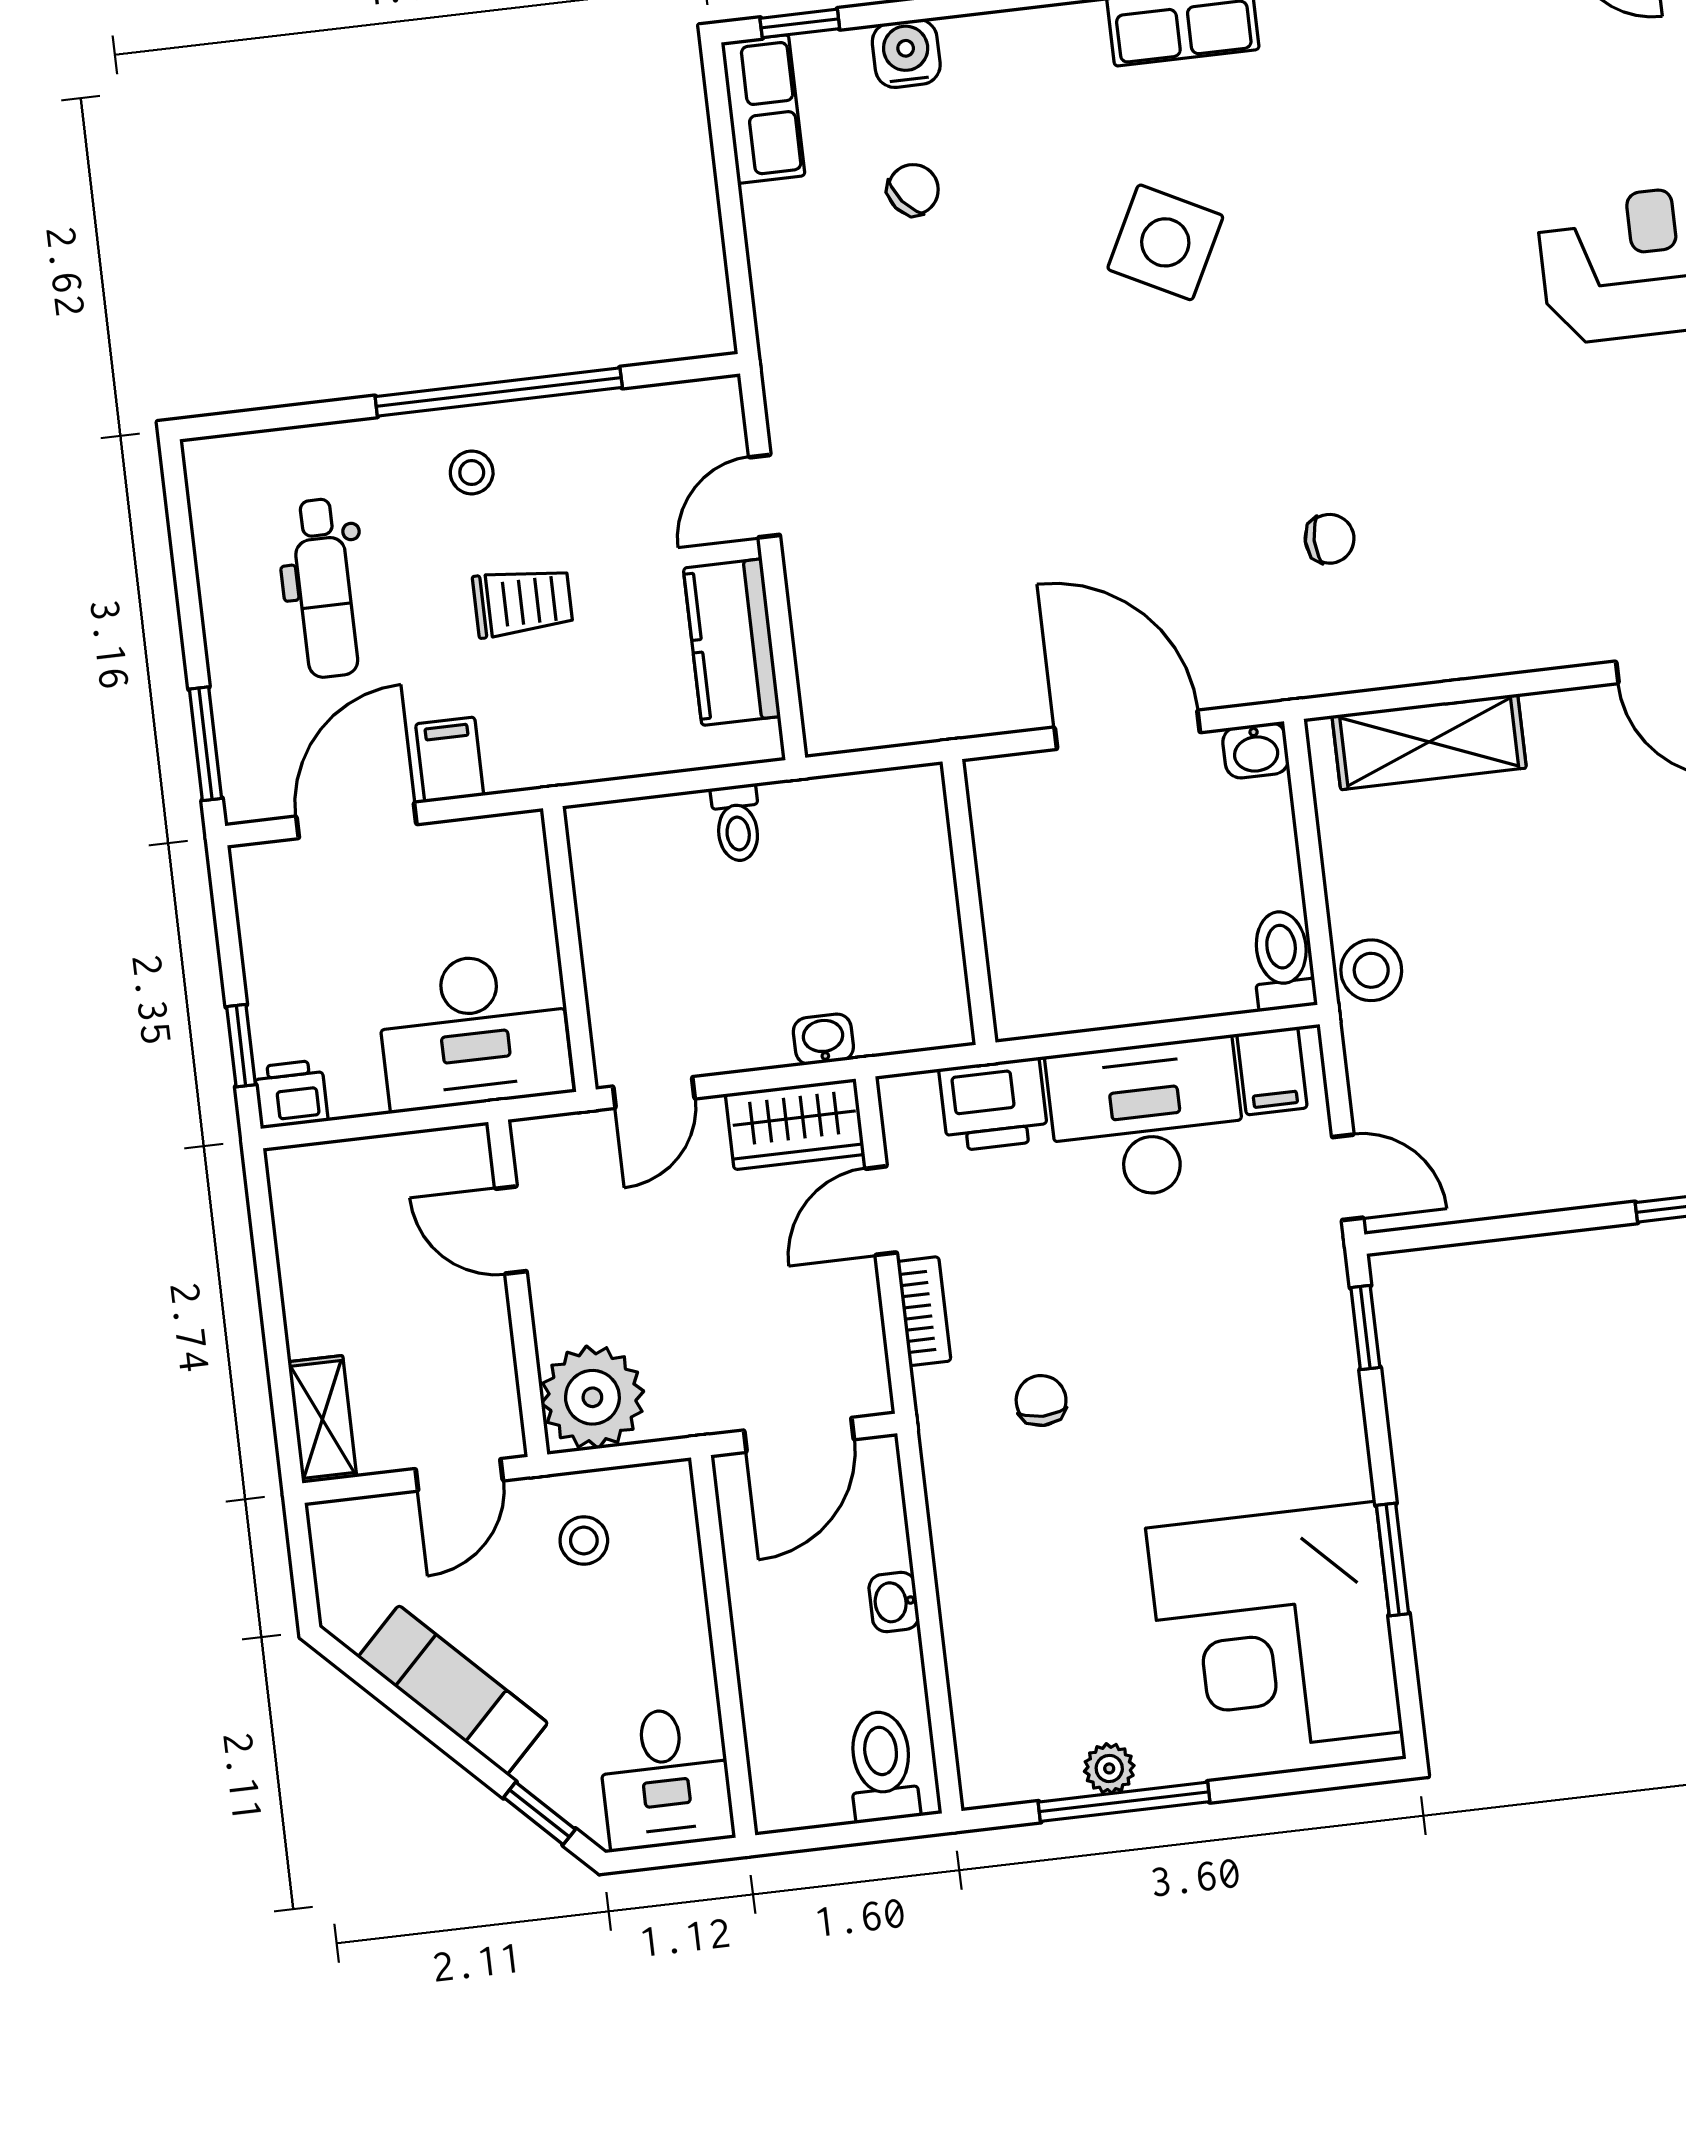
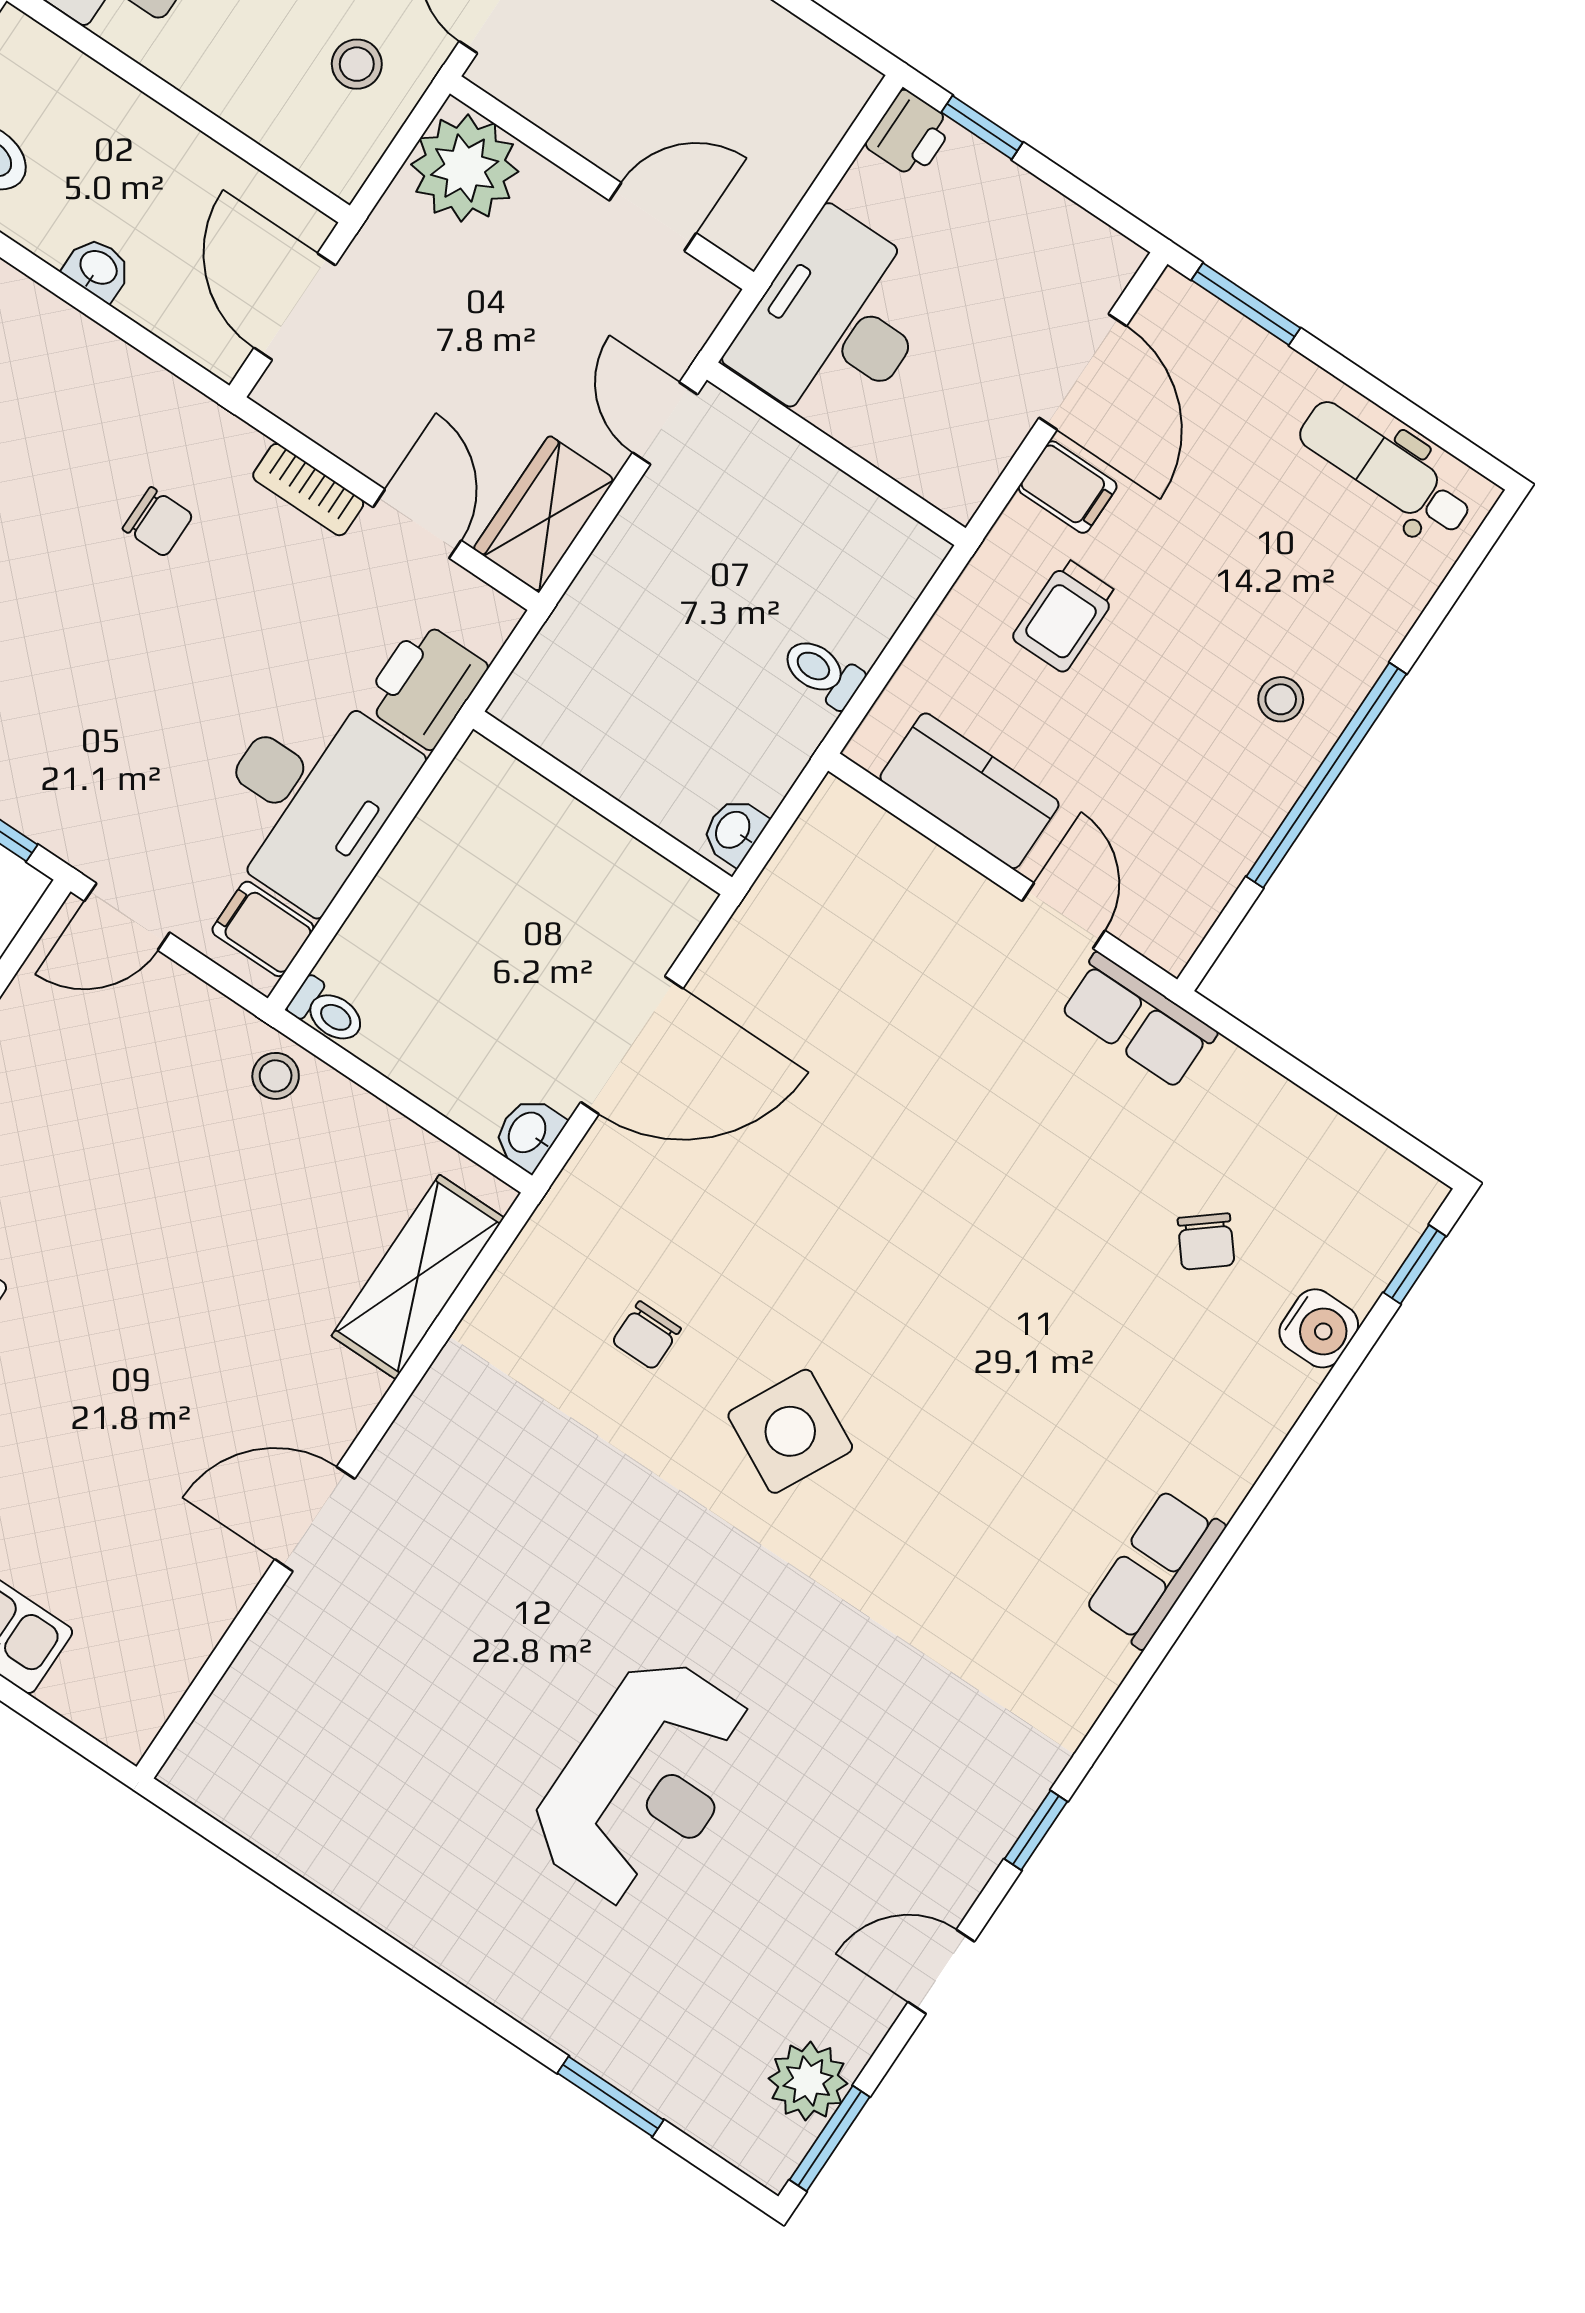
row of seats: (763, 109) -> (1138, 1021), moved
side table: (1165, 242) -> (790, 1431), moved
dental chair: (324, 588) -> (1385, 469), moved
trolley: (523, 602) -> (1065, 616), moved
toilet: (1283, 960) -> (327, 1012), width x0.73, depth x0.72
stool: (1371, 970) -> (276, 1076), width x0.73, depth x0.73
washbasin: (823, 1039) -> (734, 831), moved, turned 180

